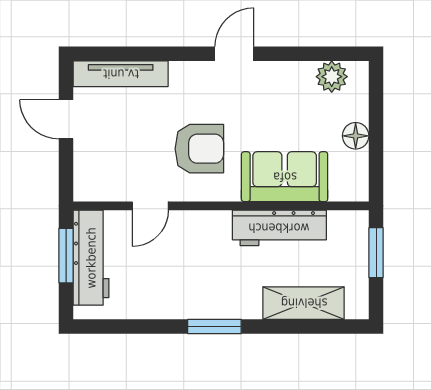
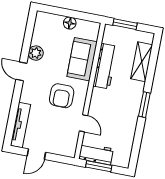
plant: (332, 77) -> (36, 53), moved
armchair: (199, 149) -> (62, 96), turned 180
workbench: (91, 258) -> (96, 154), width x0.73

